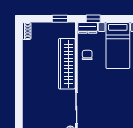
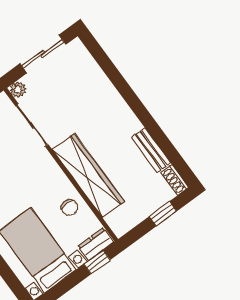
window: (60, 19) -> (163, 214), moved
bench: (28, 54) -> (151, 150), added

